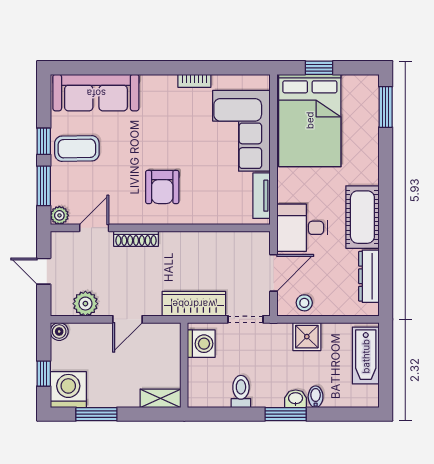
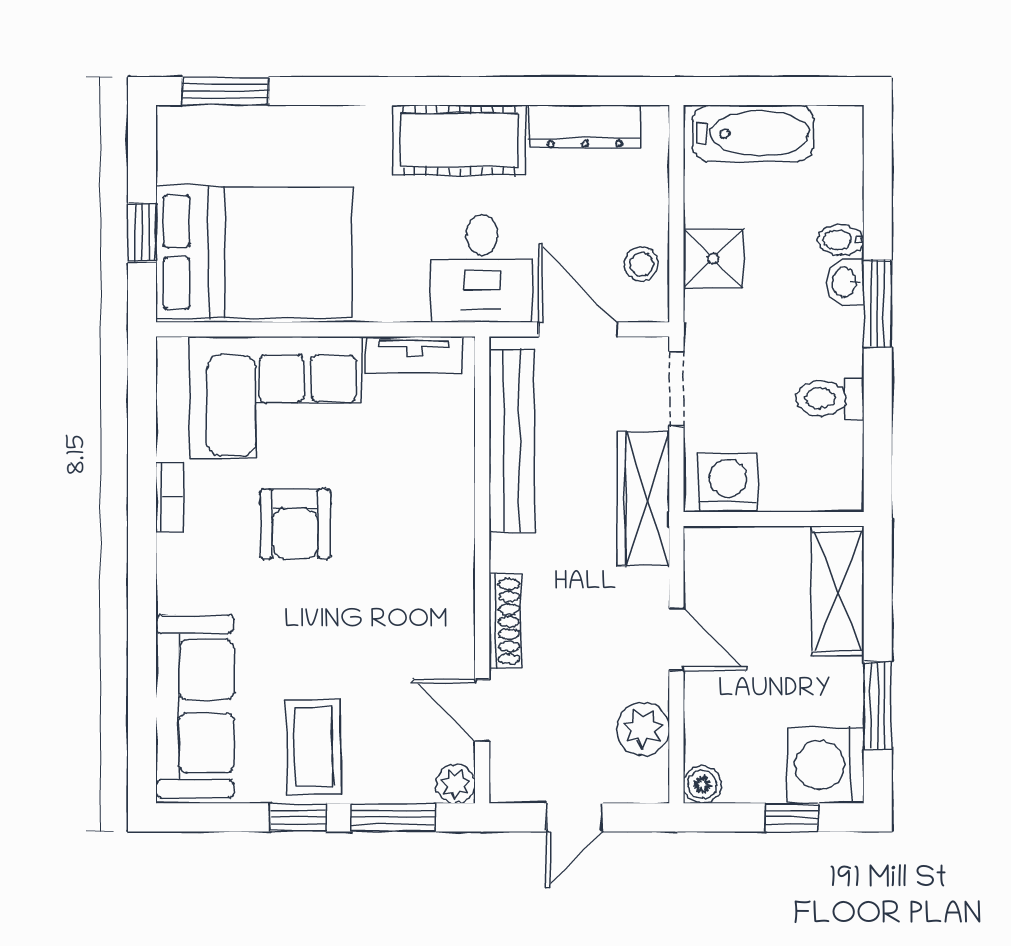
armchair: (162, 187) -> (295, 524), moved, turned 90
bench: (221, 242) -> (512, 441), added
shelving: (160, 398) -> (838, 591), width x1.50, depth x1.33

